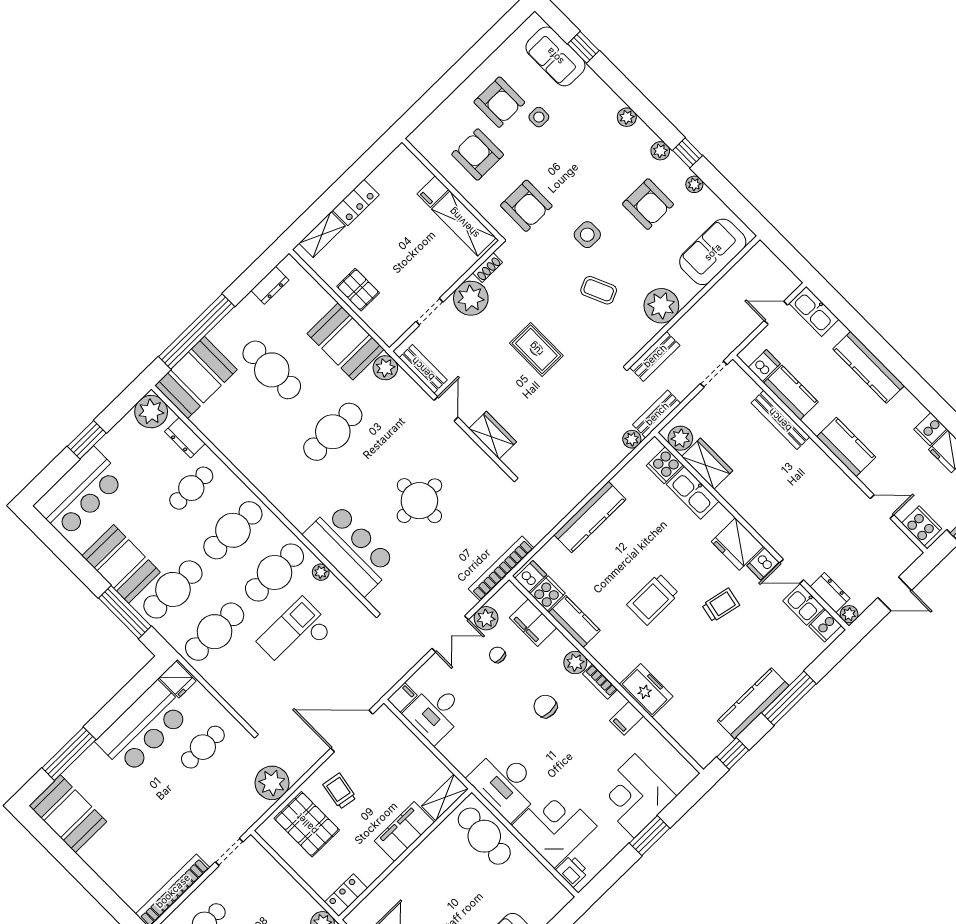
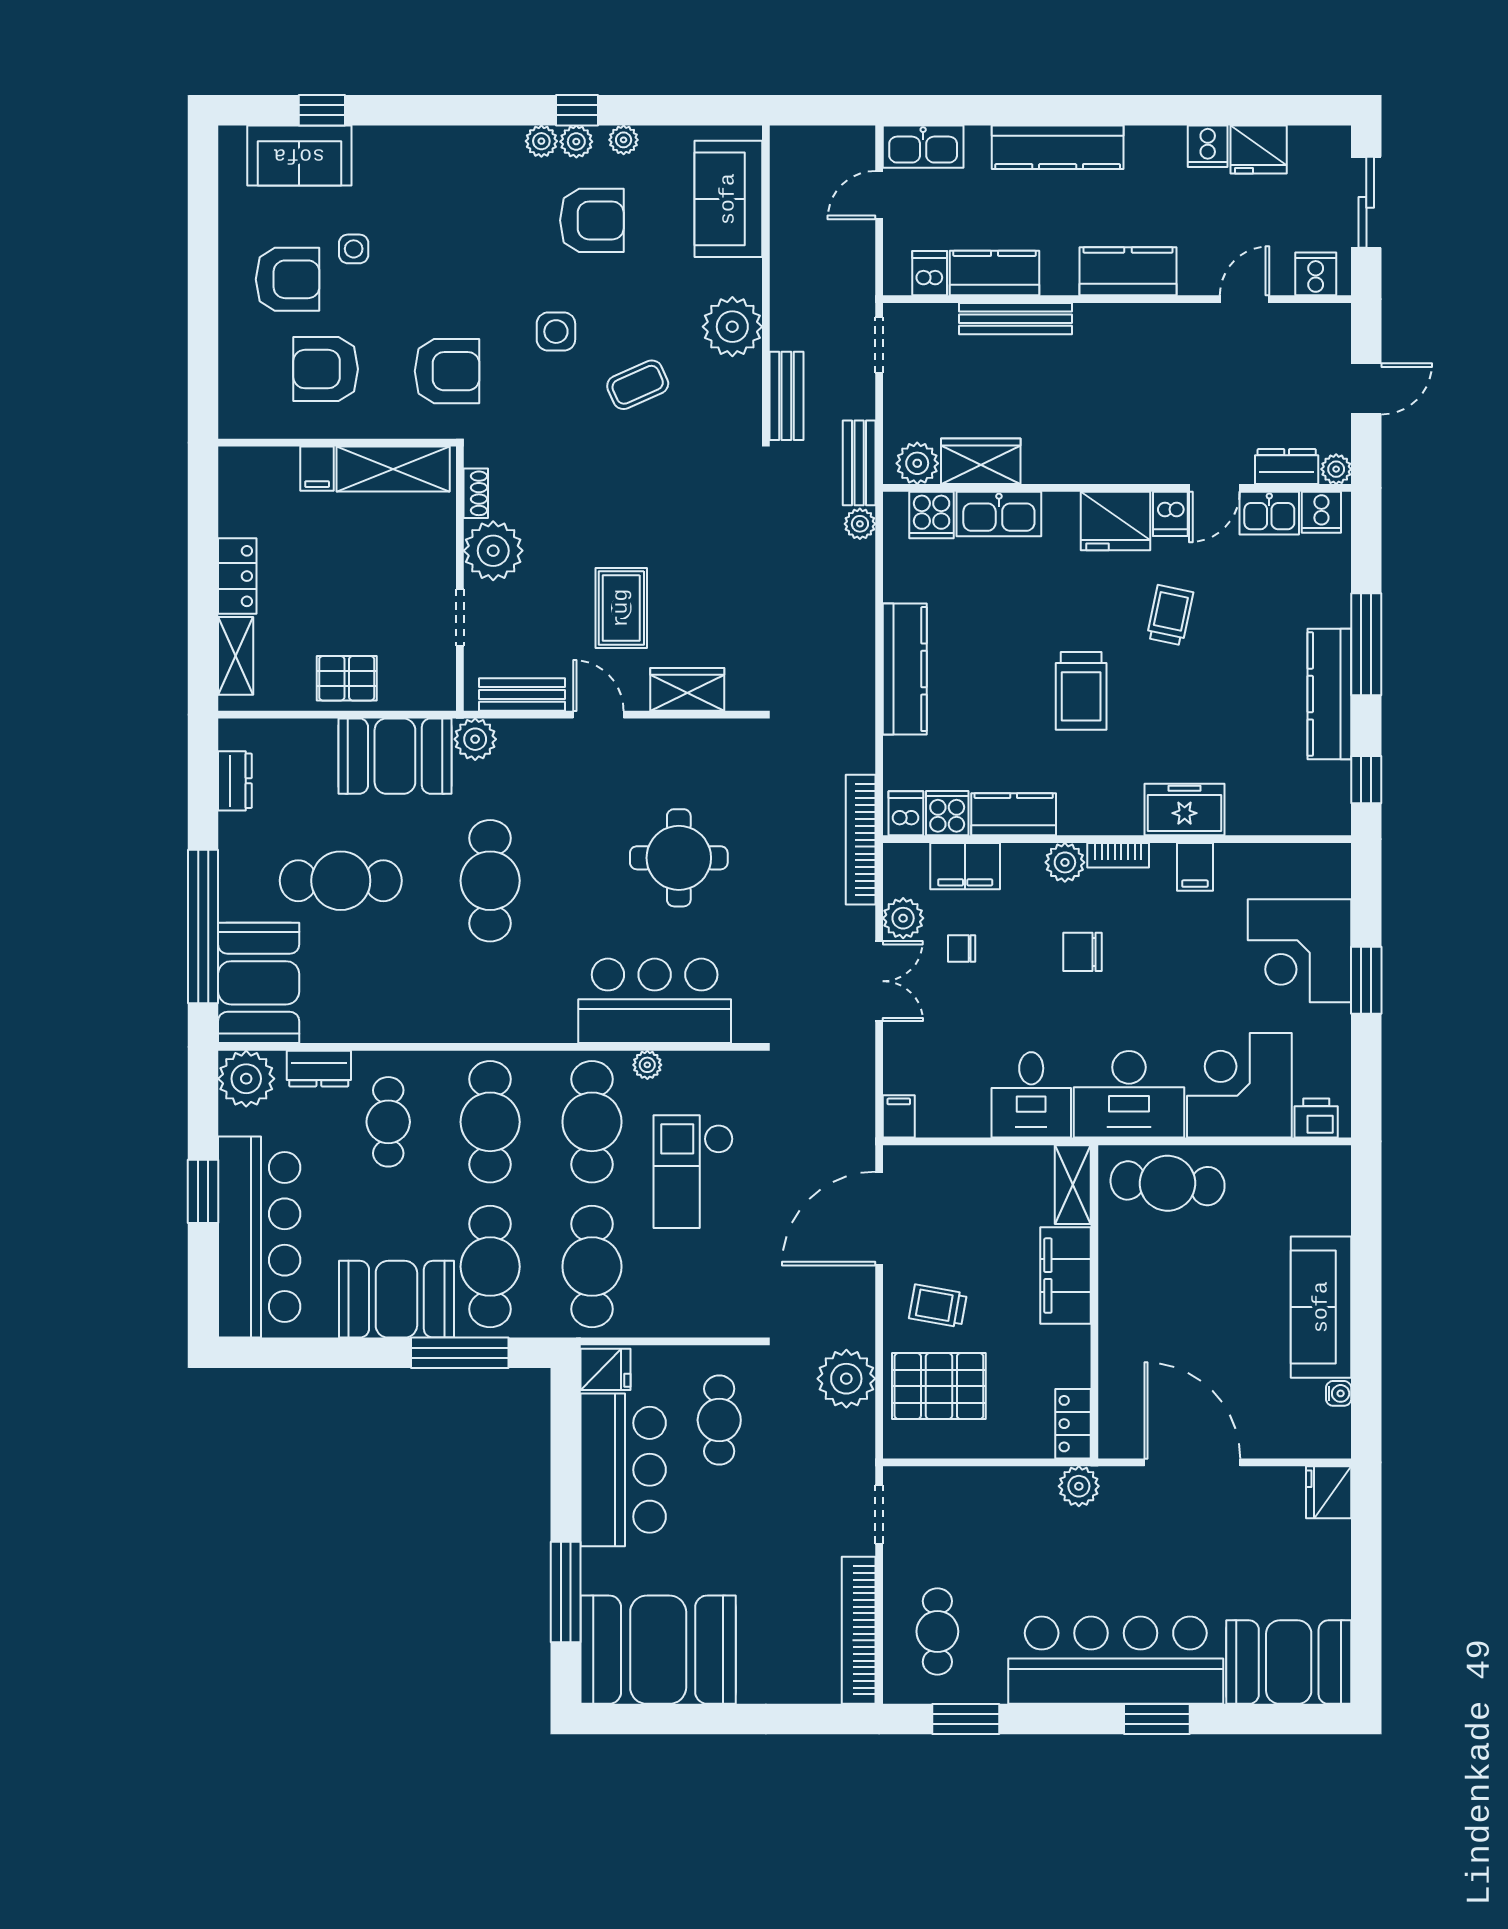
plant: (627, 117) -> (576, 142), moved
rug: (536, 349) -> (621, 608), moved, turned 90
bar counter: (80, 493) -> (259, 1237), width x1.36
cooker: (922, 526) -> (1316, 274), width x0.73
desk: (435, 713) -> (1031, 1095), moved
booth: (68, 814) -> (658, 1650), width x1.36, depth x1.42

